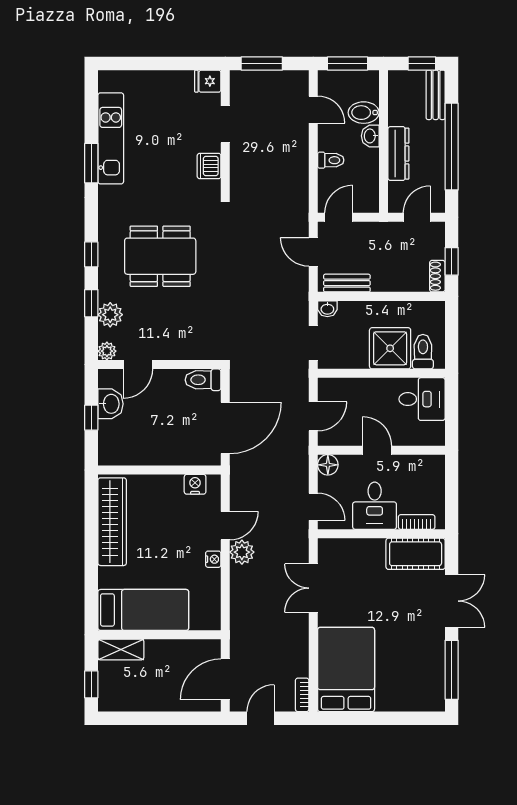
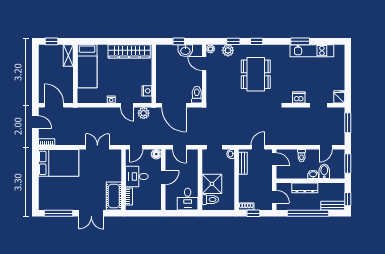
plant: (242, 552) -> (144, 113), moved

